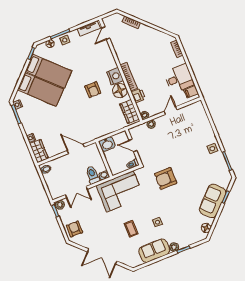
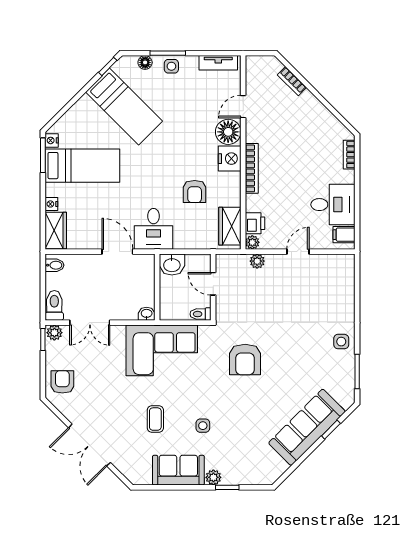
door: (106, 33) -> (243, 107), moved
bed: (40, 89) -> (82, 166), moved, turned -45
armchair: (93, 90) -> (195, 192), moved
floor lamp: (120, 90) -> (228, 132), moved
printer: (138, 95) -> (255, 223), moved
desk: (90, 129) -> (154, 229), added
toilet: (93, 175) -> (54, 305), moved
armchair: (166, 178) -> (245, 360), turned -90
sofa: (213, 201) -> (307, 427), width x1.36
floor lamp: (206, 228) -> (278, 467), removed

